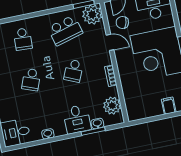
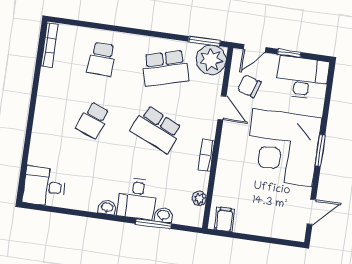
school desk: (74, 71) -> (157, 129), width x1.85
plant: (112, 106) -> (199, 198), width x0.53, depth x0.53
filing cabinet: (169, 106) -> (224, 219), moved
washbasin: (48, 134) -> (107, 207), moved

